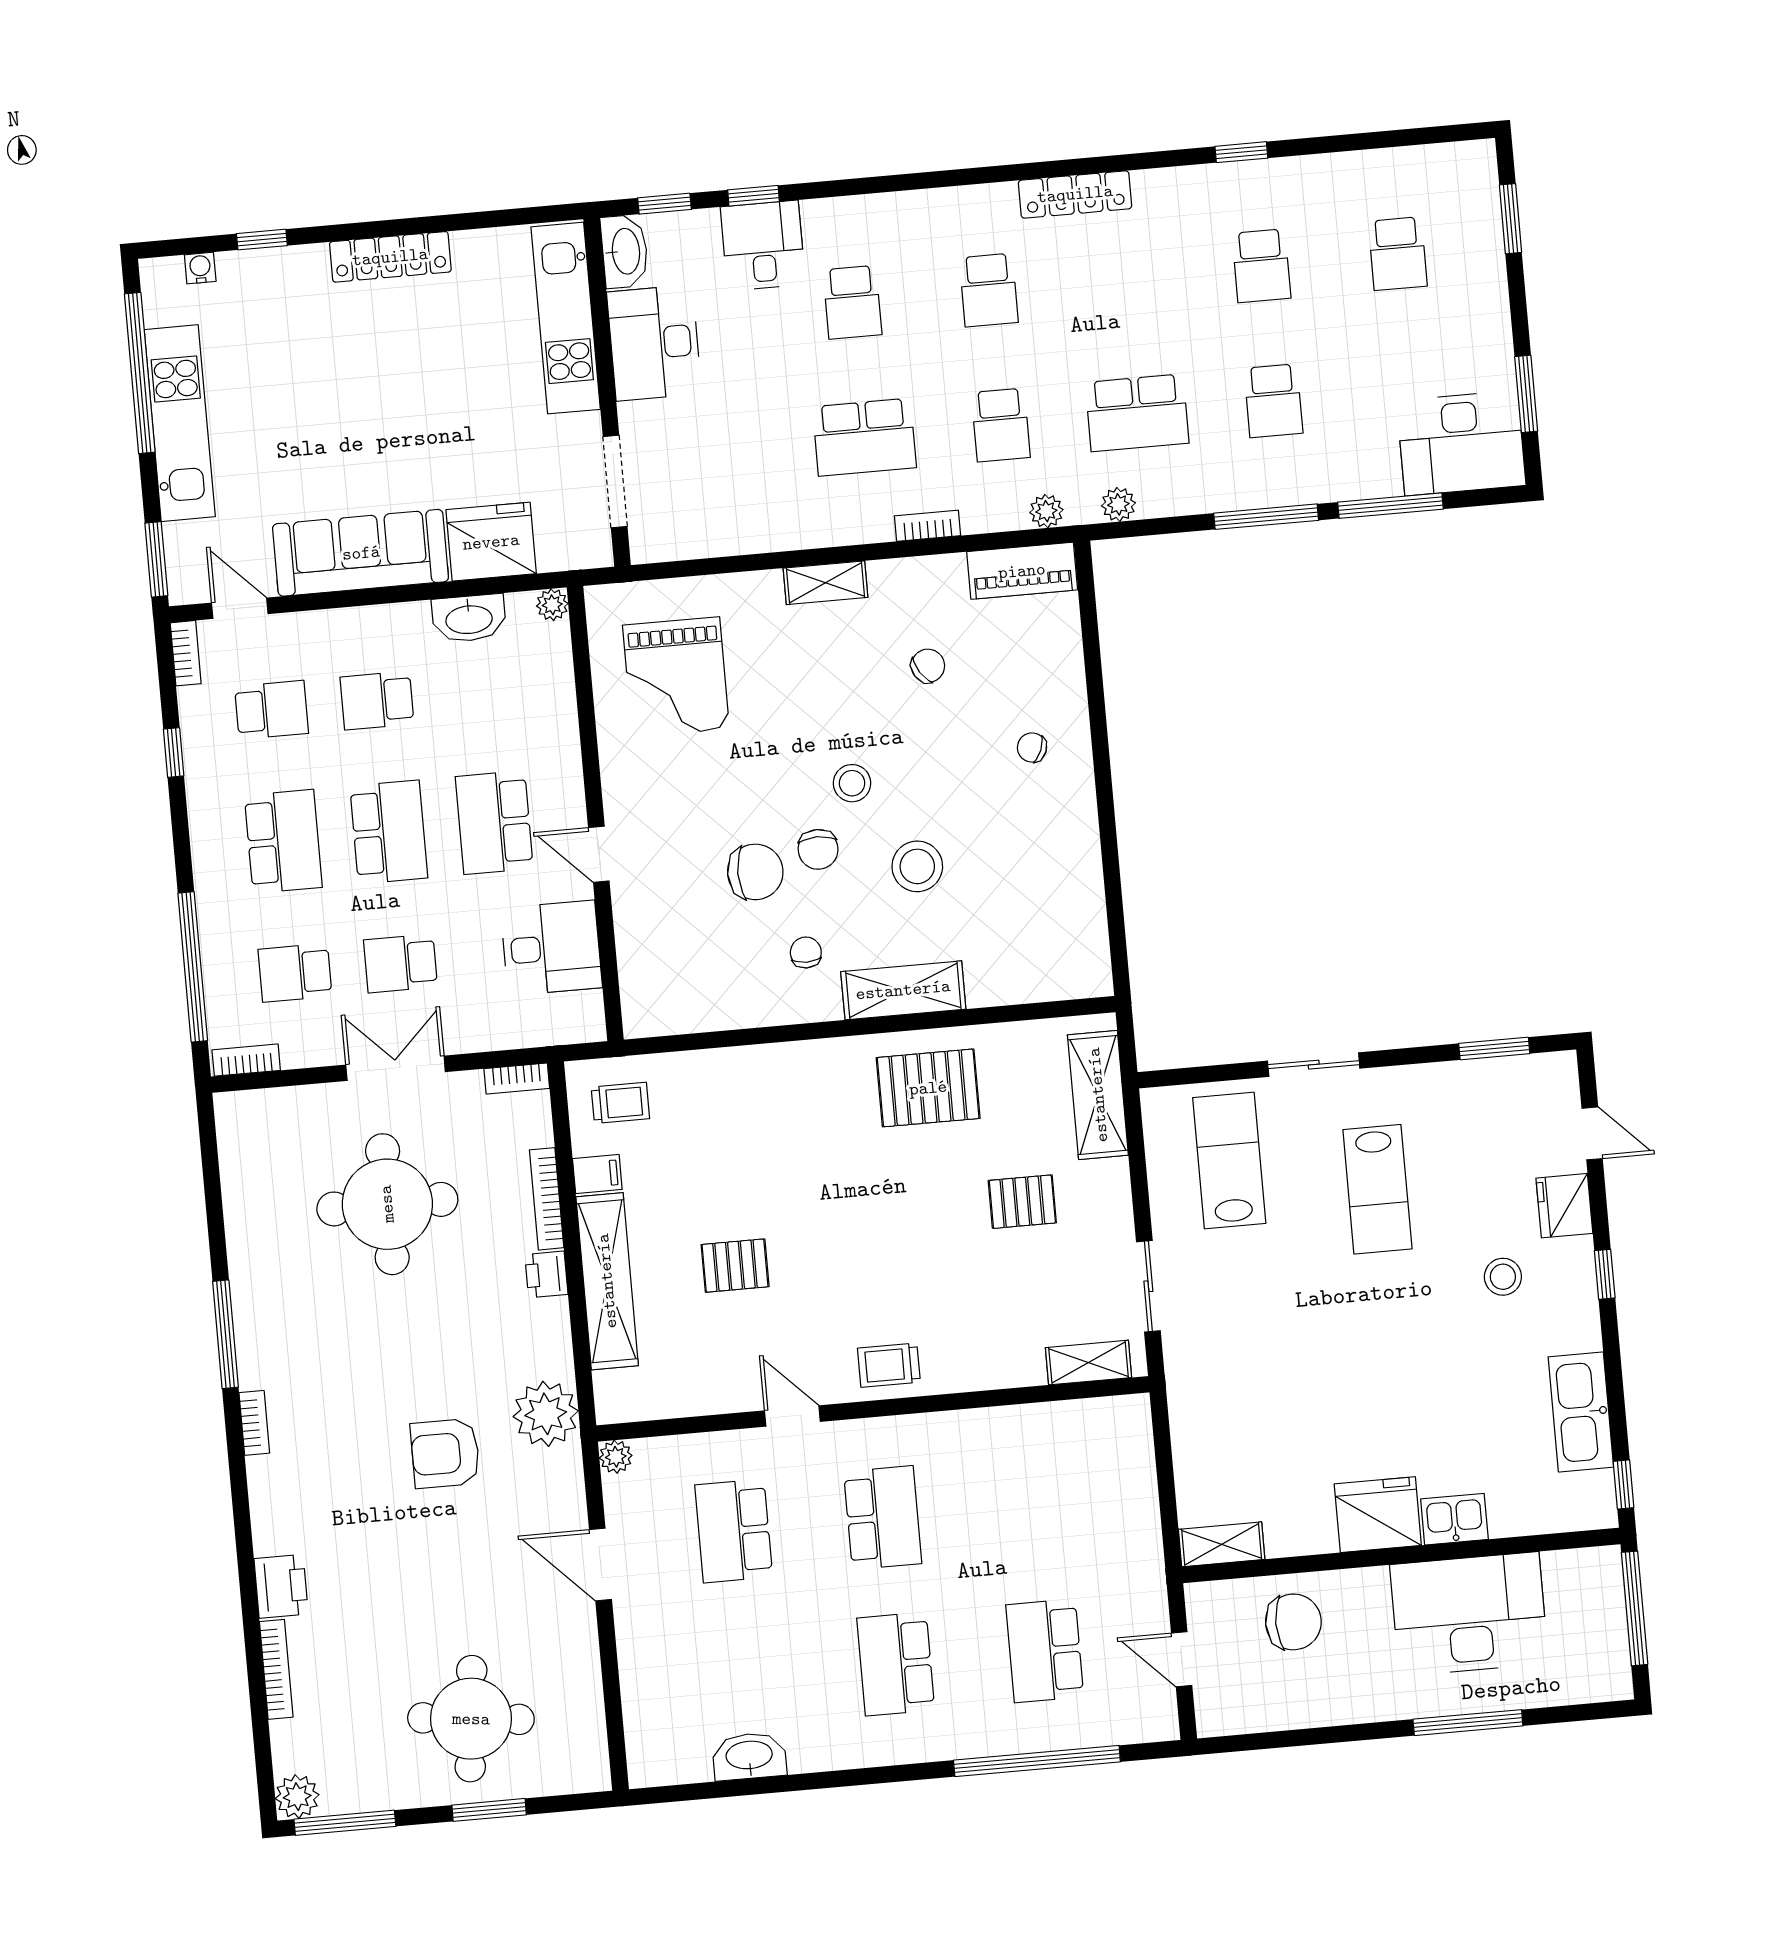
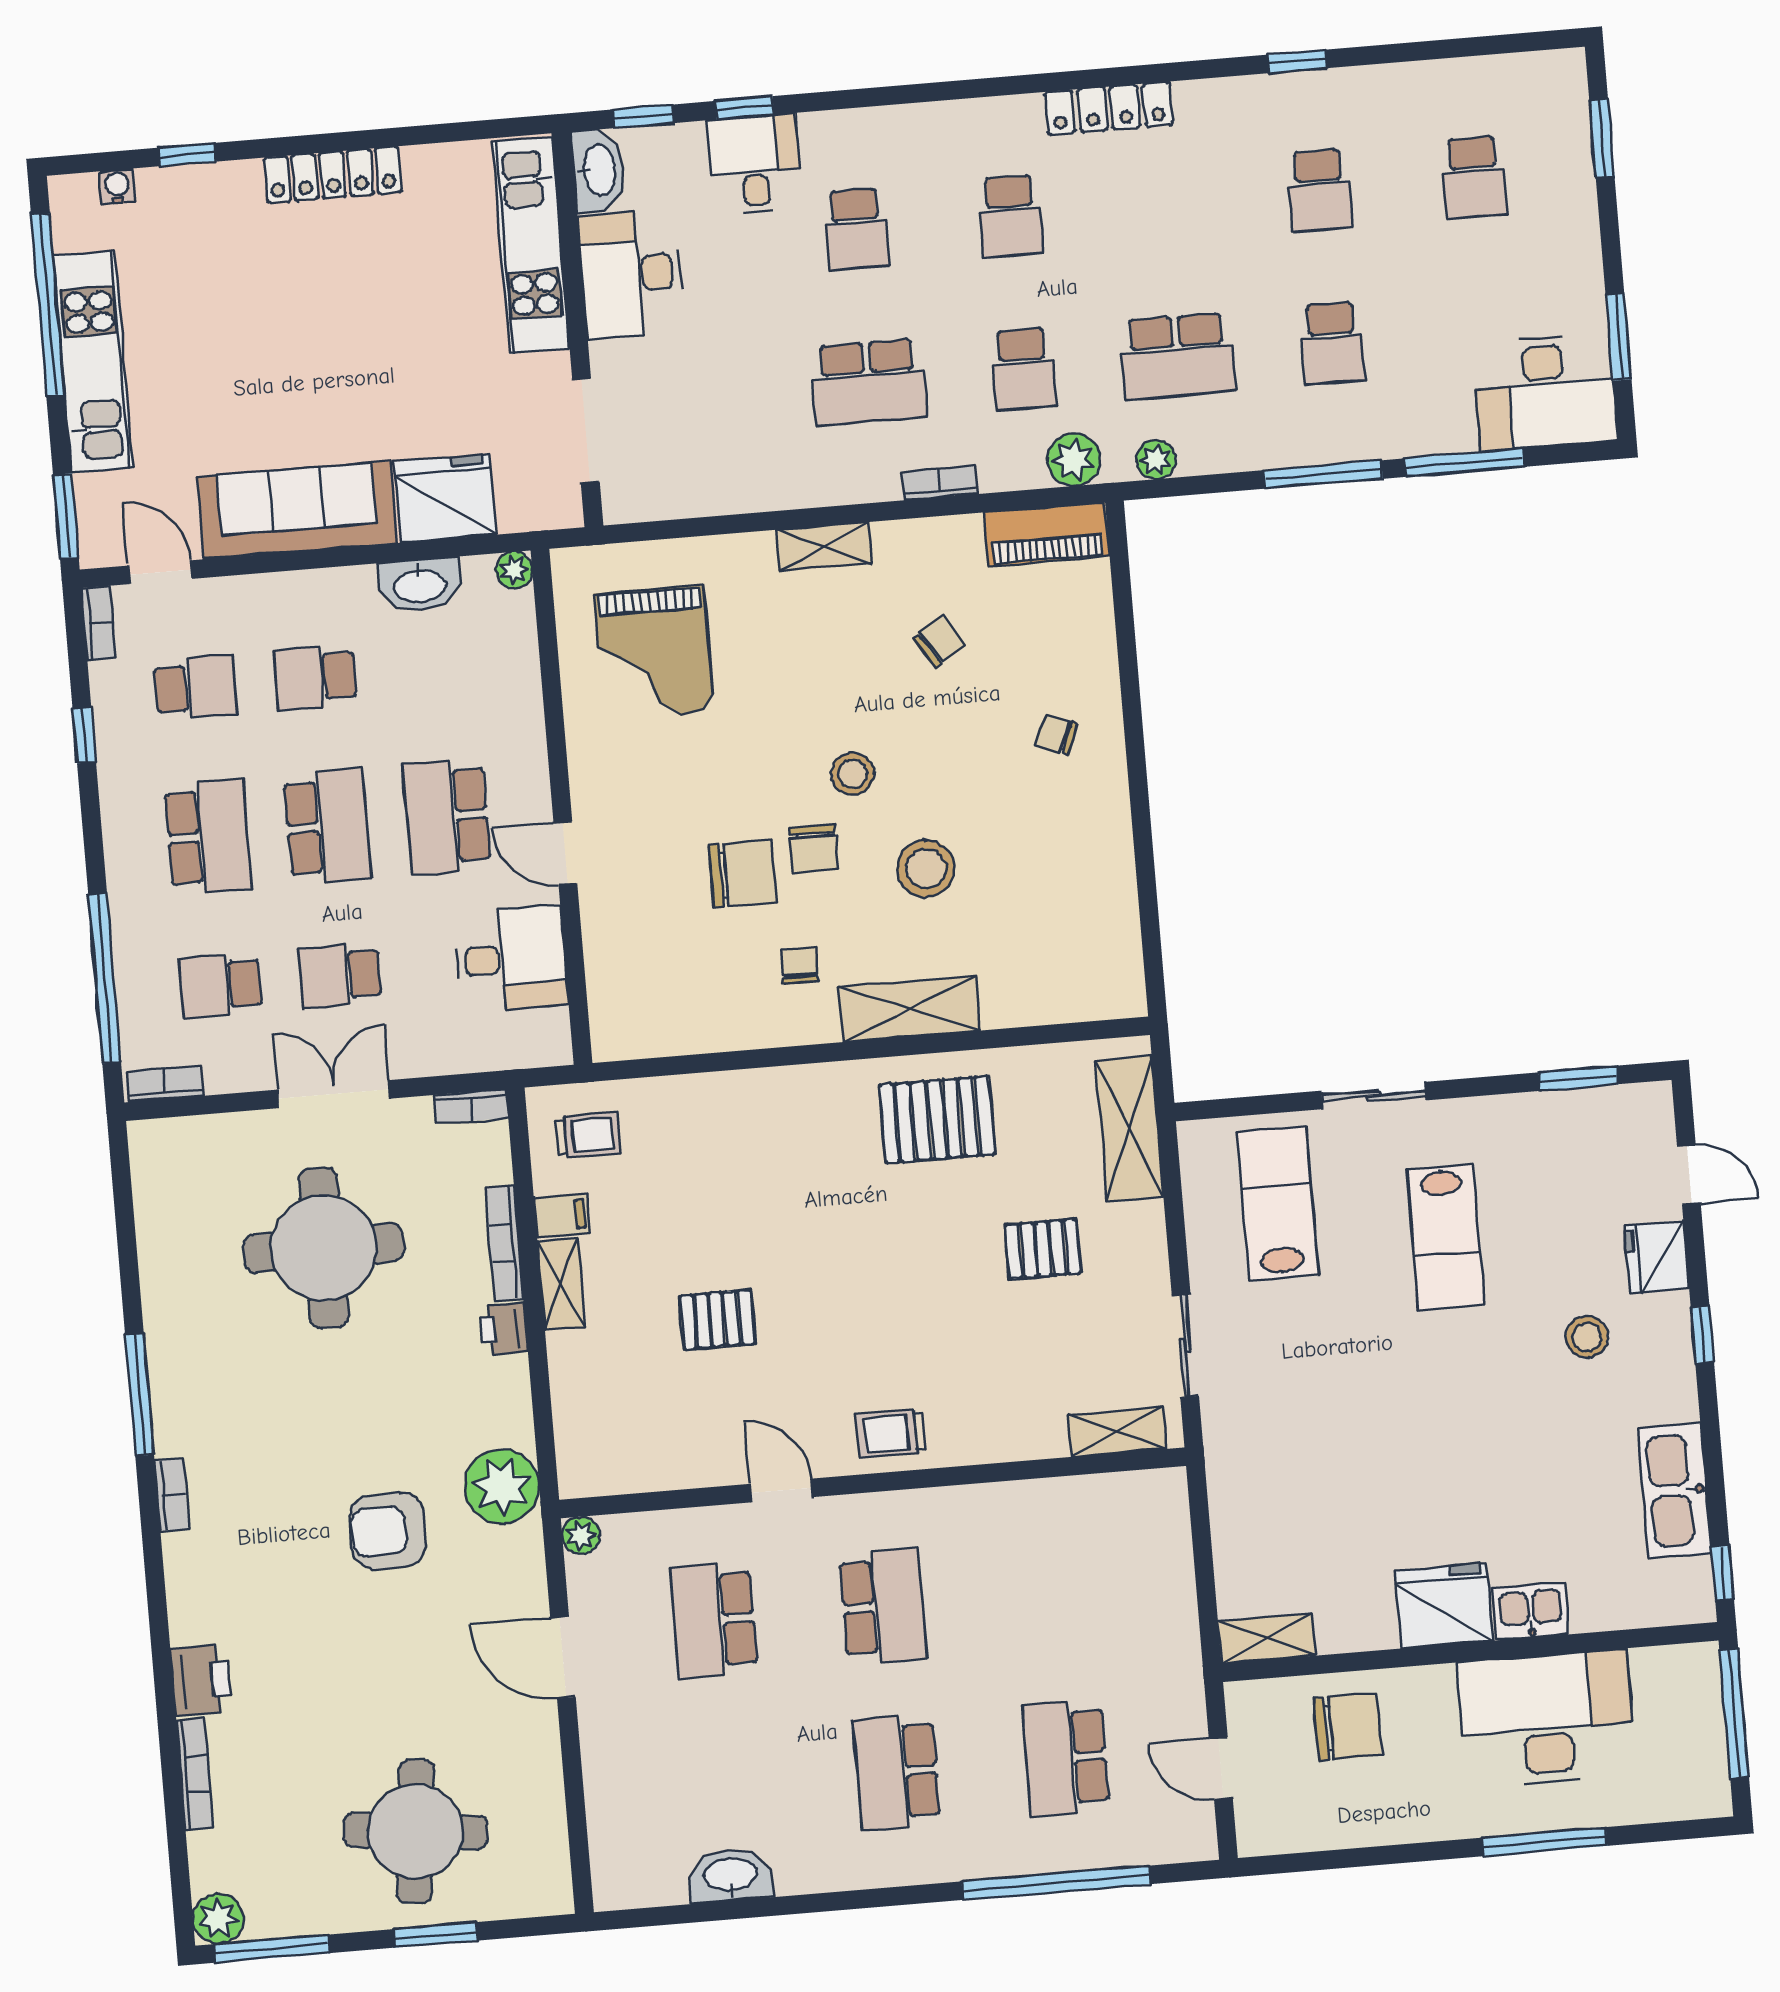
plant: (1046, 511) -> (1074, 460), width x1.38, depth x1.38
shelving: (607, 1281) -> (561, 1284), width x0.45, depth x0.75

